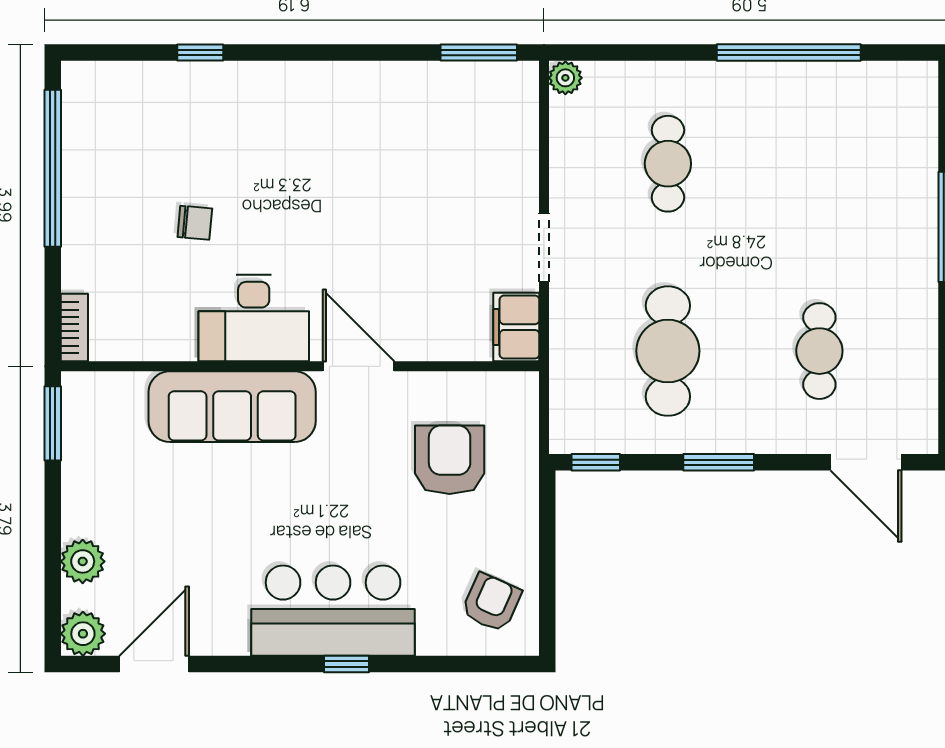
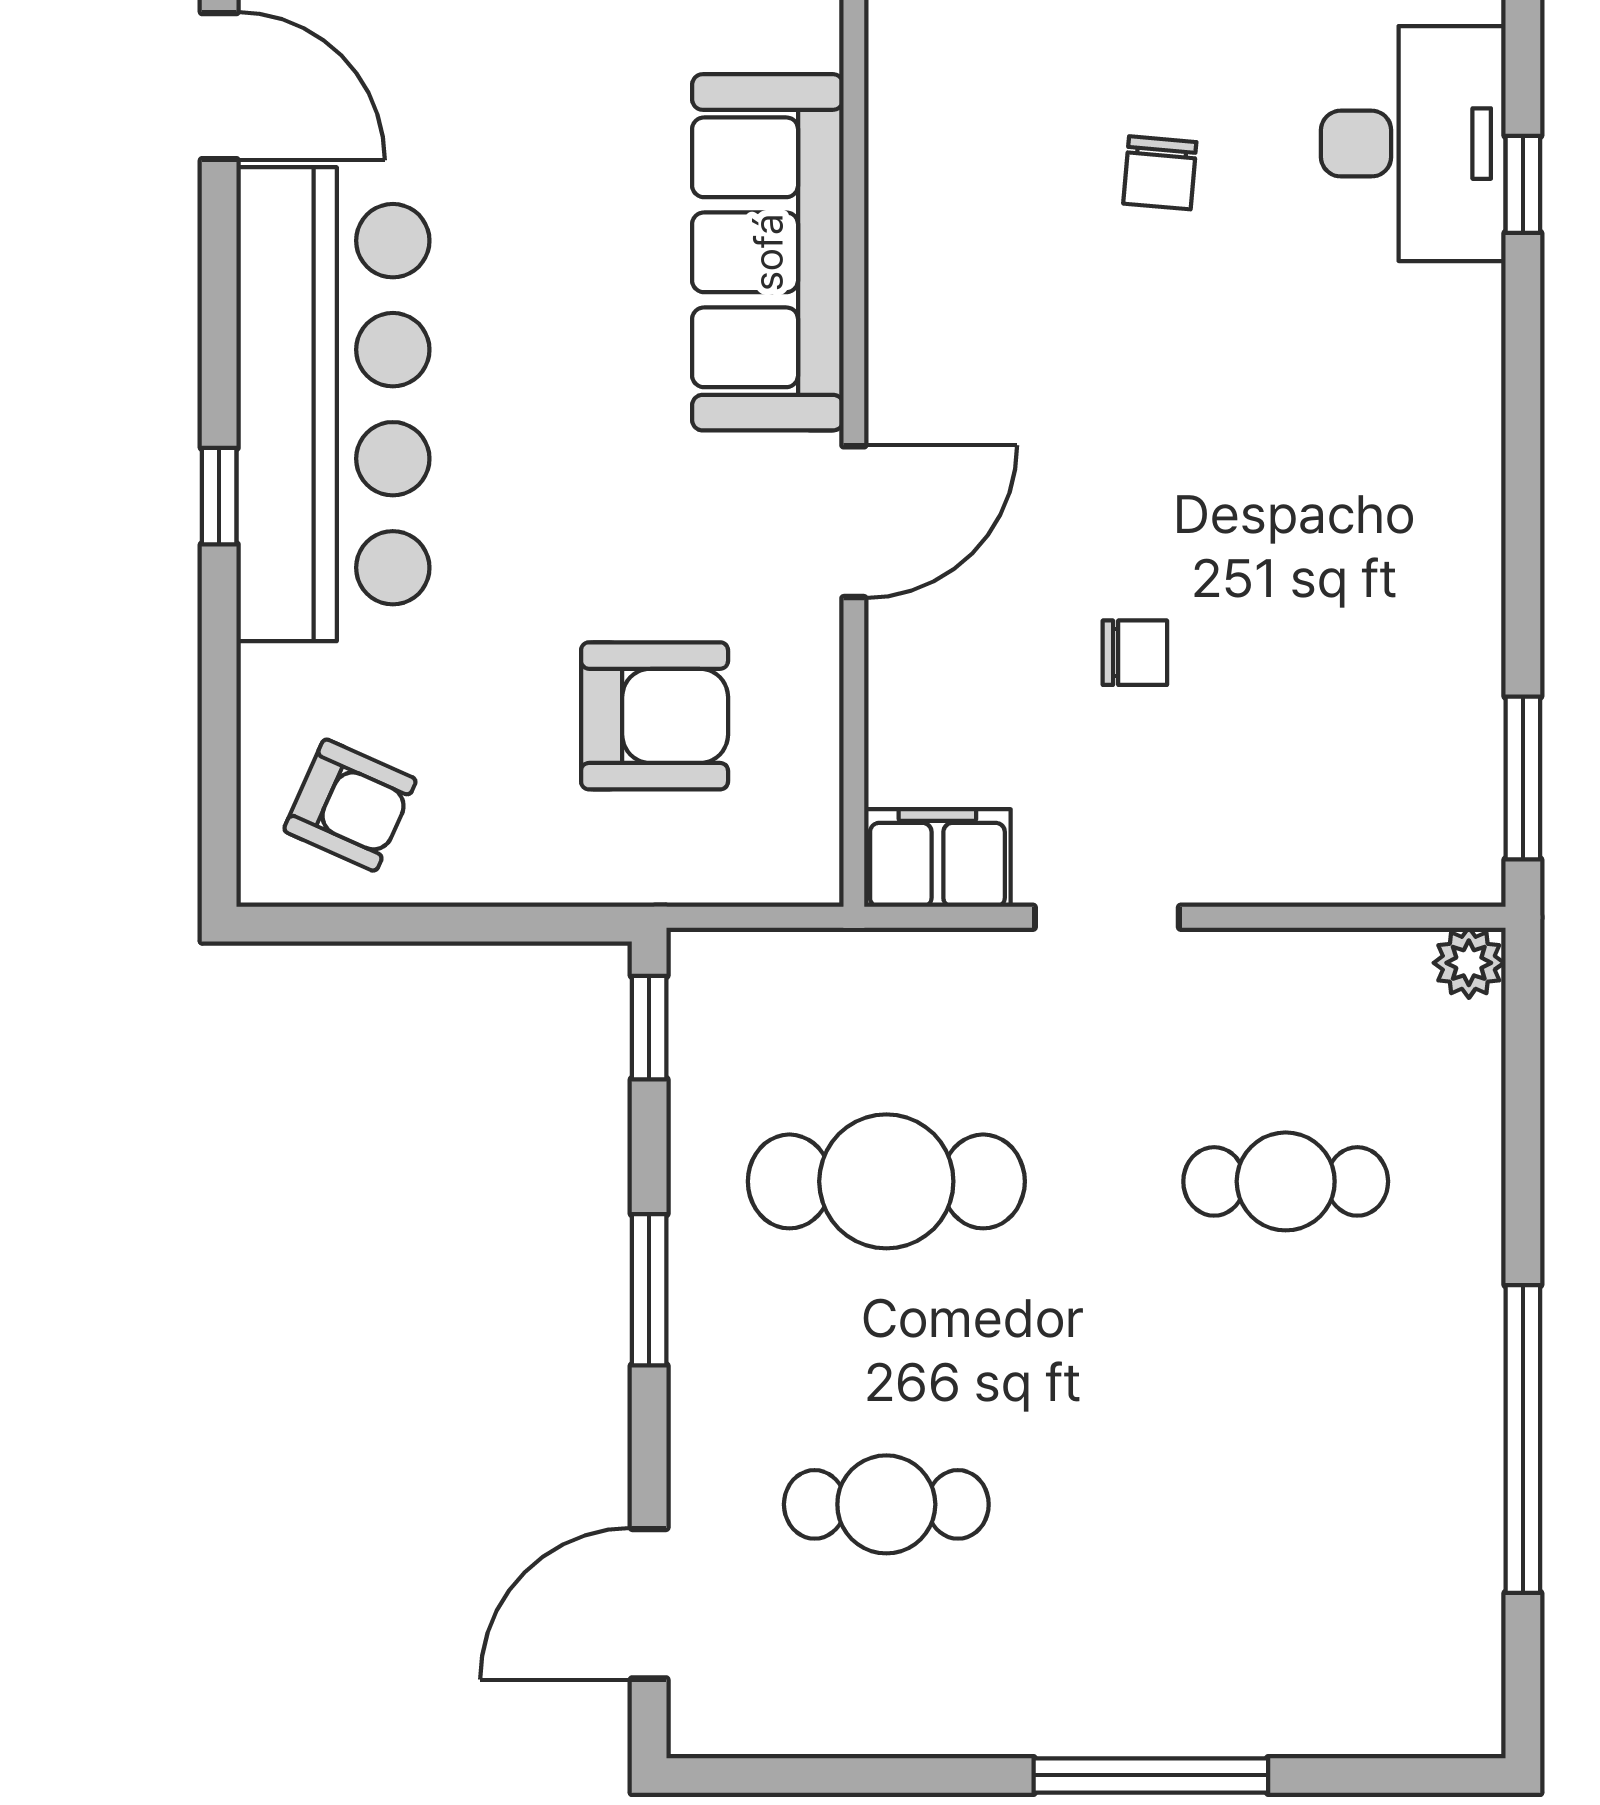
chair: (420, 234) -> (1135, 653), added
desk: (254, 318) -> (1413, 144), moved, turned 180
bar counter: (333, 611) -> (333, 404), width x1.36

